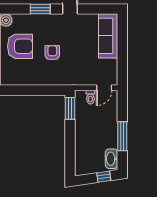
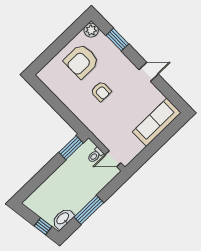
window: (40, 9) -> (117, 40), moved
armchair: (20, 46) -> (81, 61), turned 90
armchair: (52, 53) -> (101, 91), turned 90

